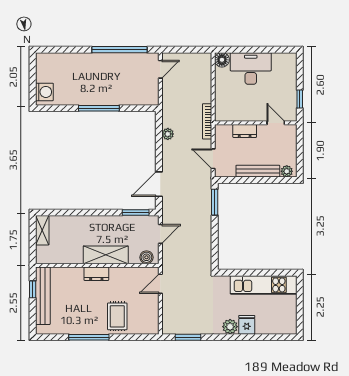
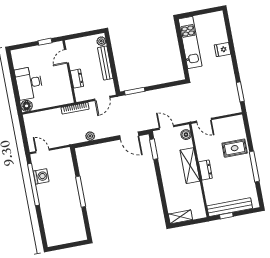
washing machine: (44, 92) -> (41, 176), moved, turned 90
plant: (230, 327) -> (226, 62), removed

